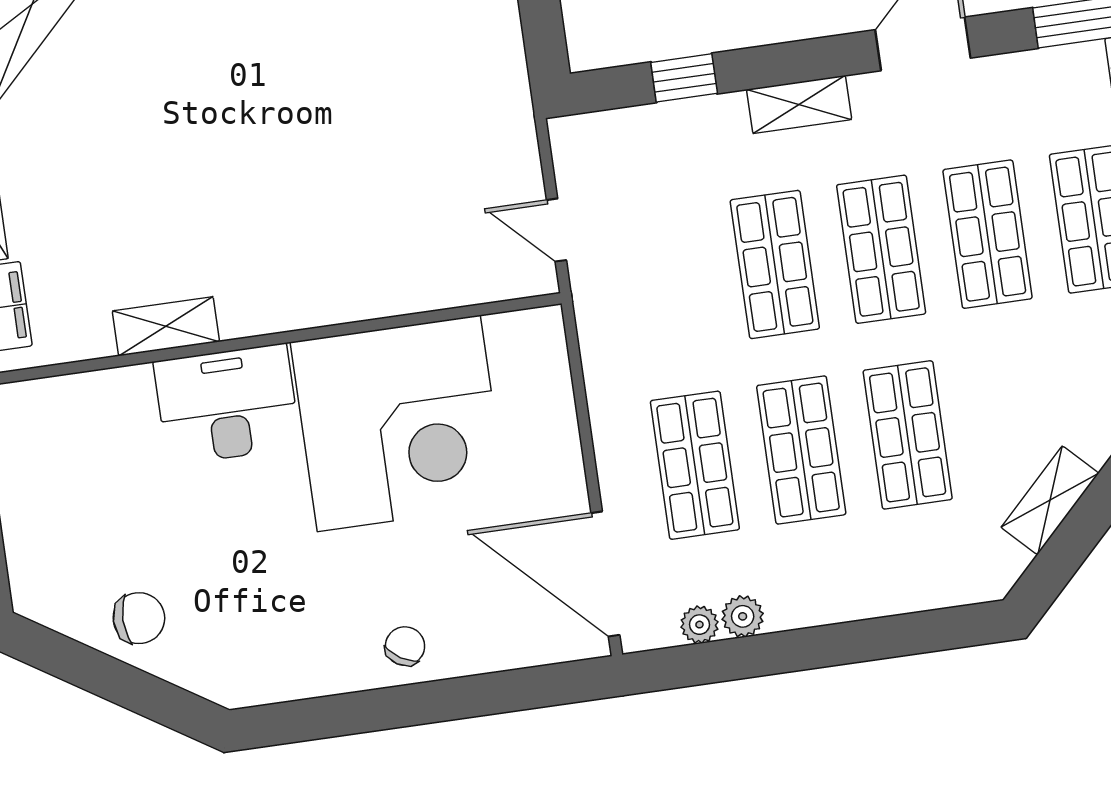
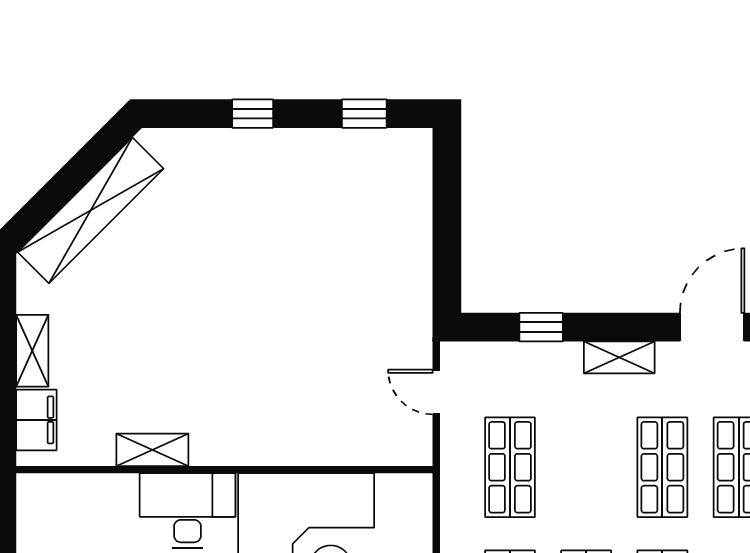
door: (556, 230) -> (436, 392), moved
shop shelf: (775, 264) -> (510, 467), moved

